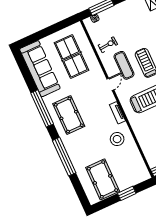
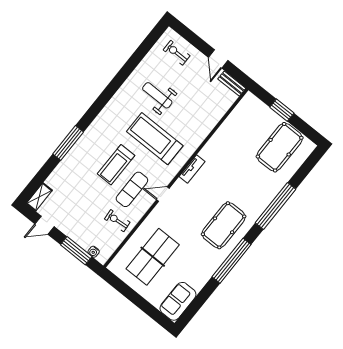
sofa: (40, 69) -> (178, 301), width x0.54, depth x0.79
stool: (117, 139) -> (223, 154), removed

